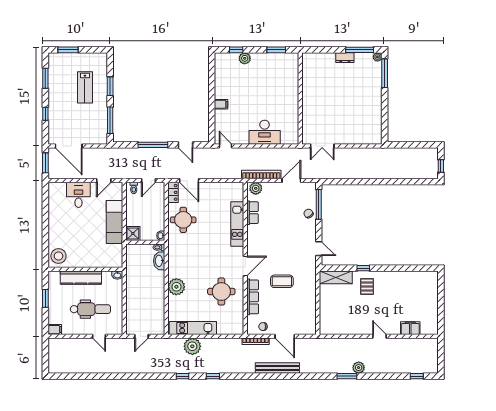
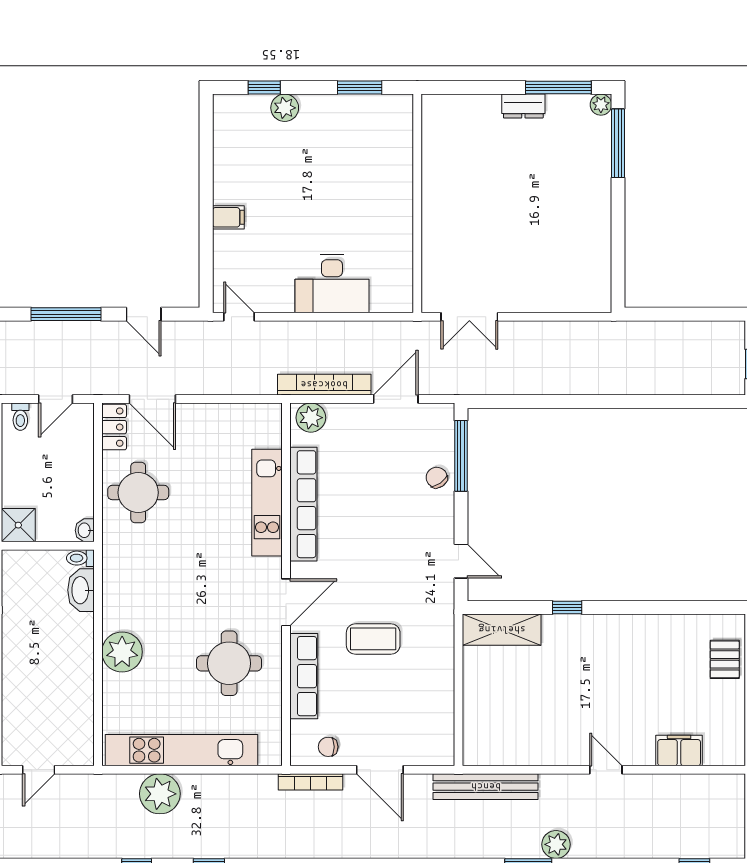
row of seats: (253, 213) -> (303, 504), width x2.02
pallet: (367, 287) -> (725, 659), moved
kitchen unit: (193, 328) -> (182, 750), width x1.36
bench: (277, 368) -> (486, 787), moved

